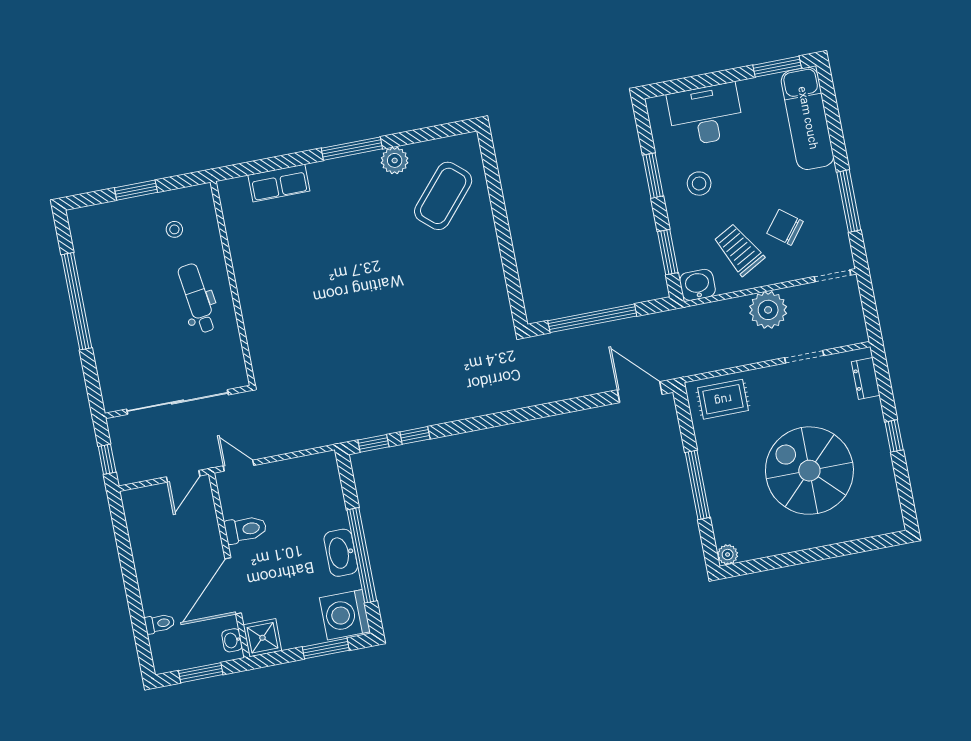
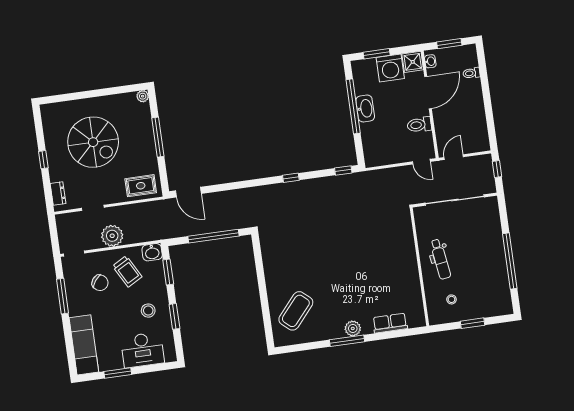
window: (777, 67) -> (118, 373), moved
plant: (395, 160) -> (353, 328), moved
window: (415, 435) -> (291, 178), moved
washing machine: (345, 615) -> (390, 68), moved, turned 90

